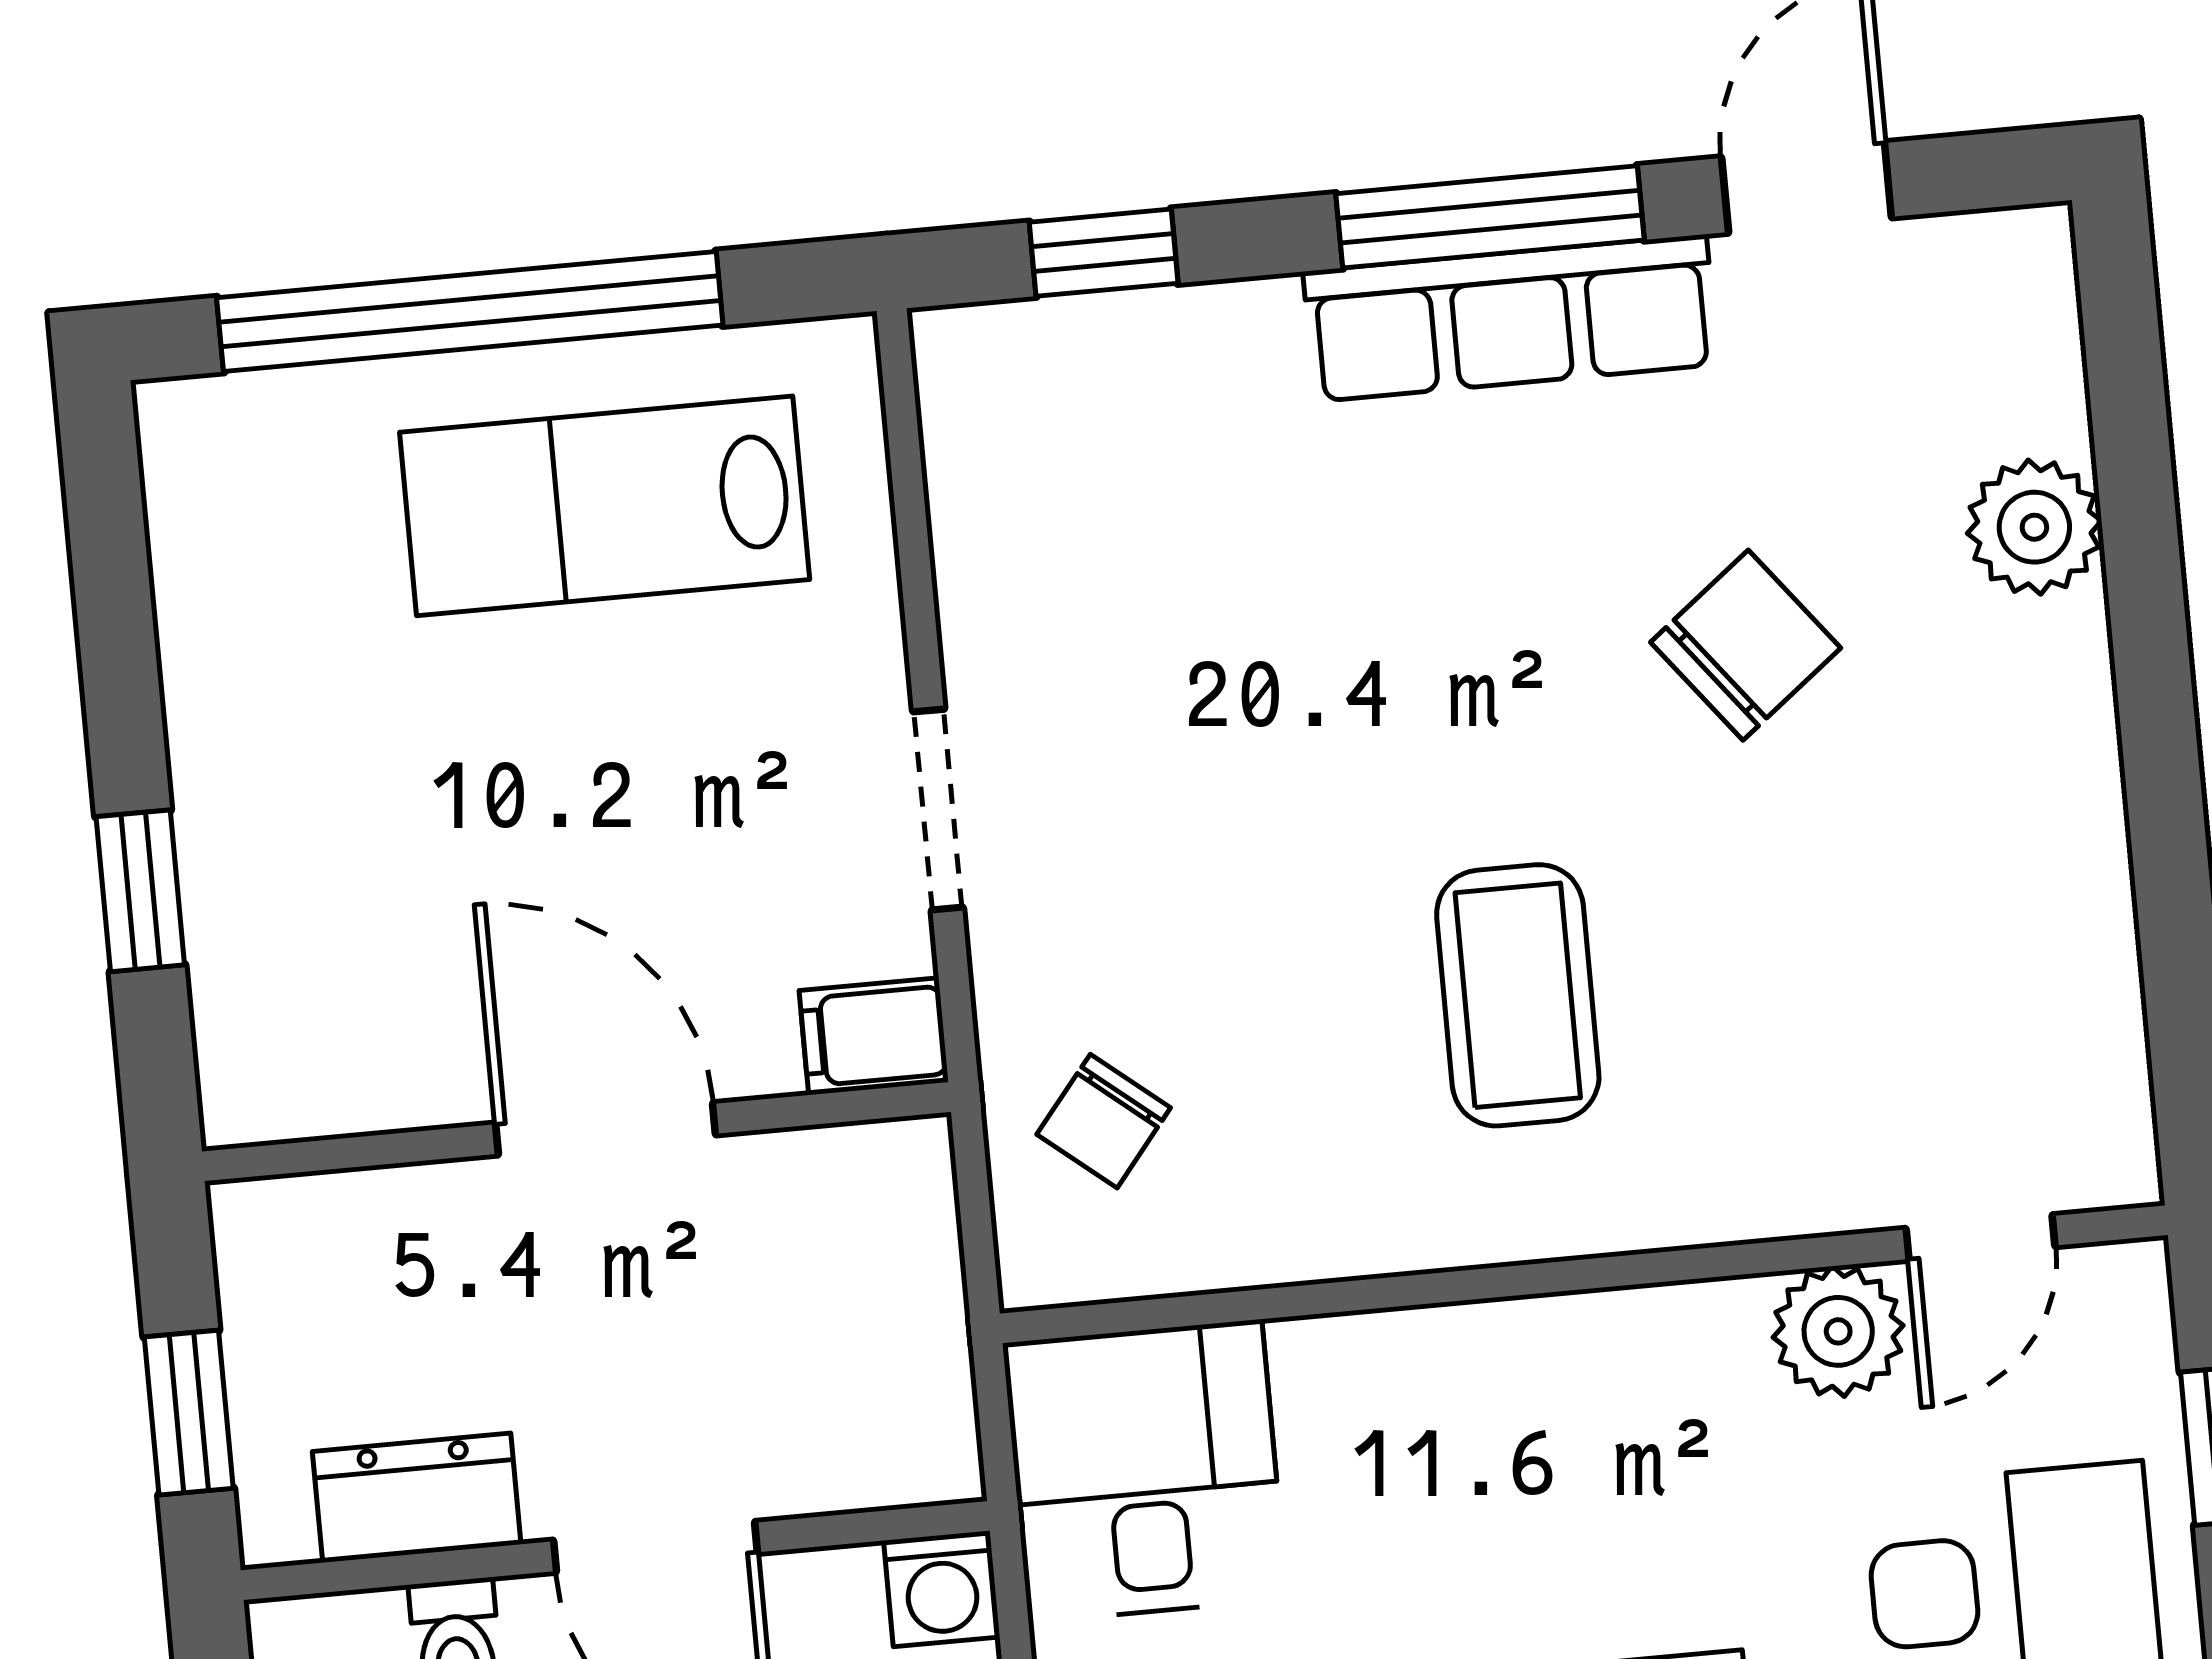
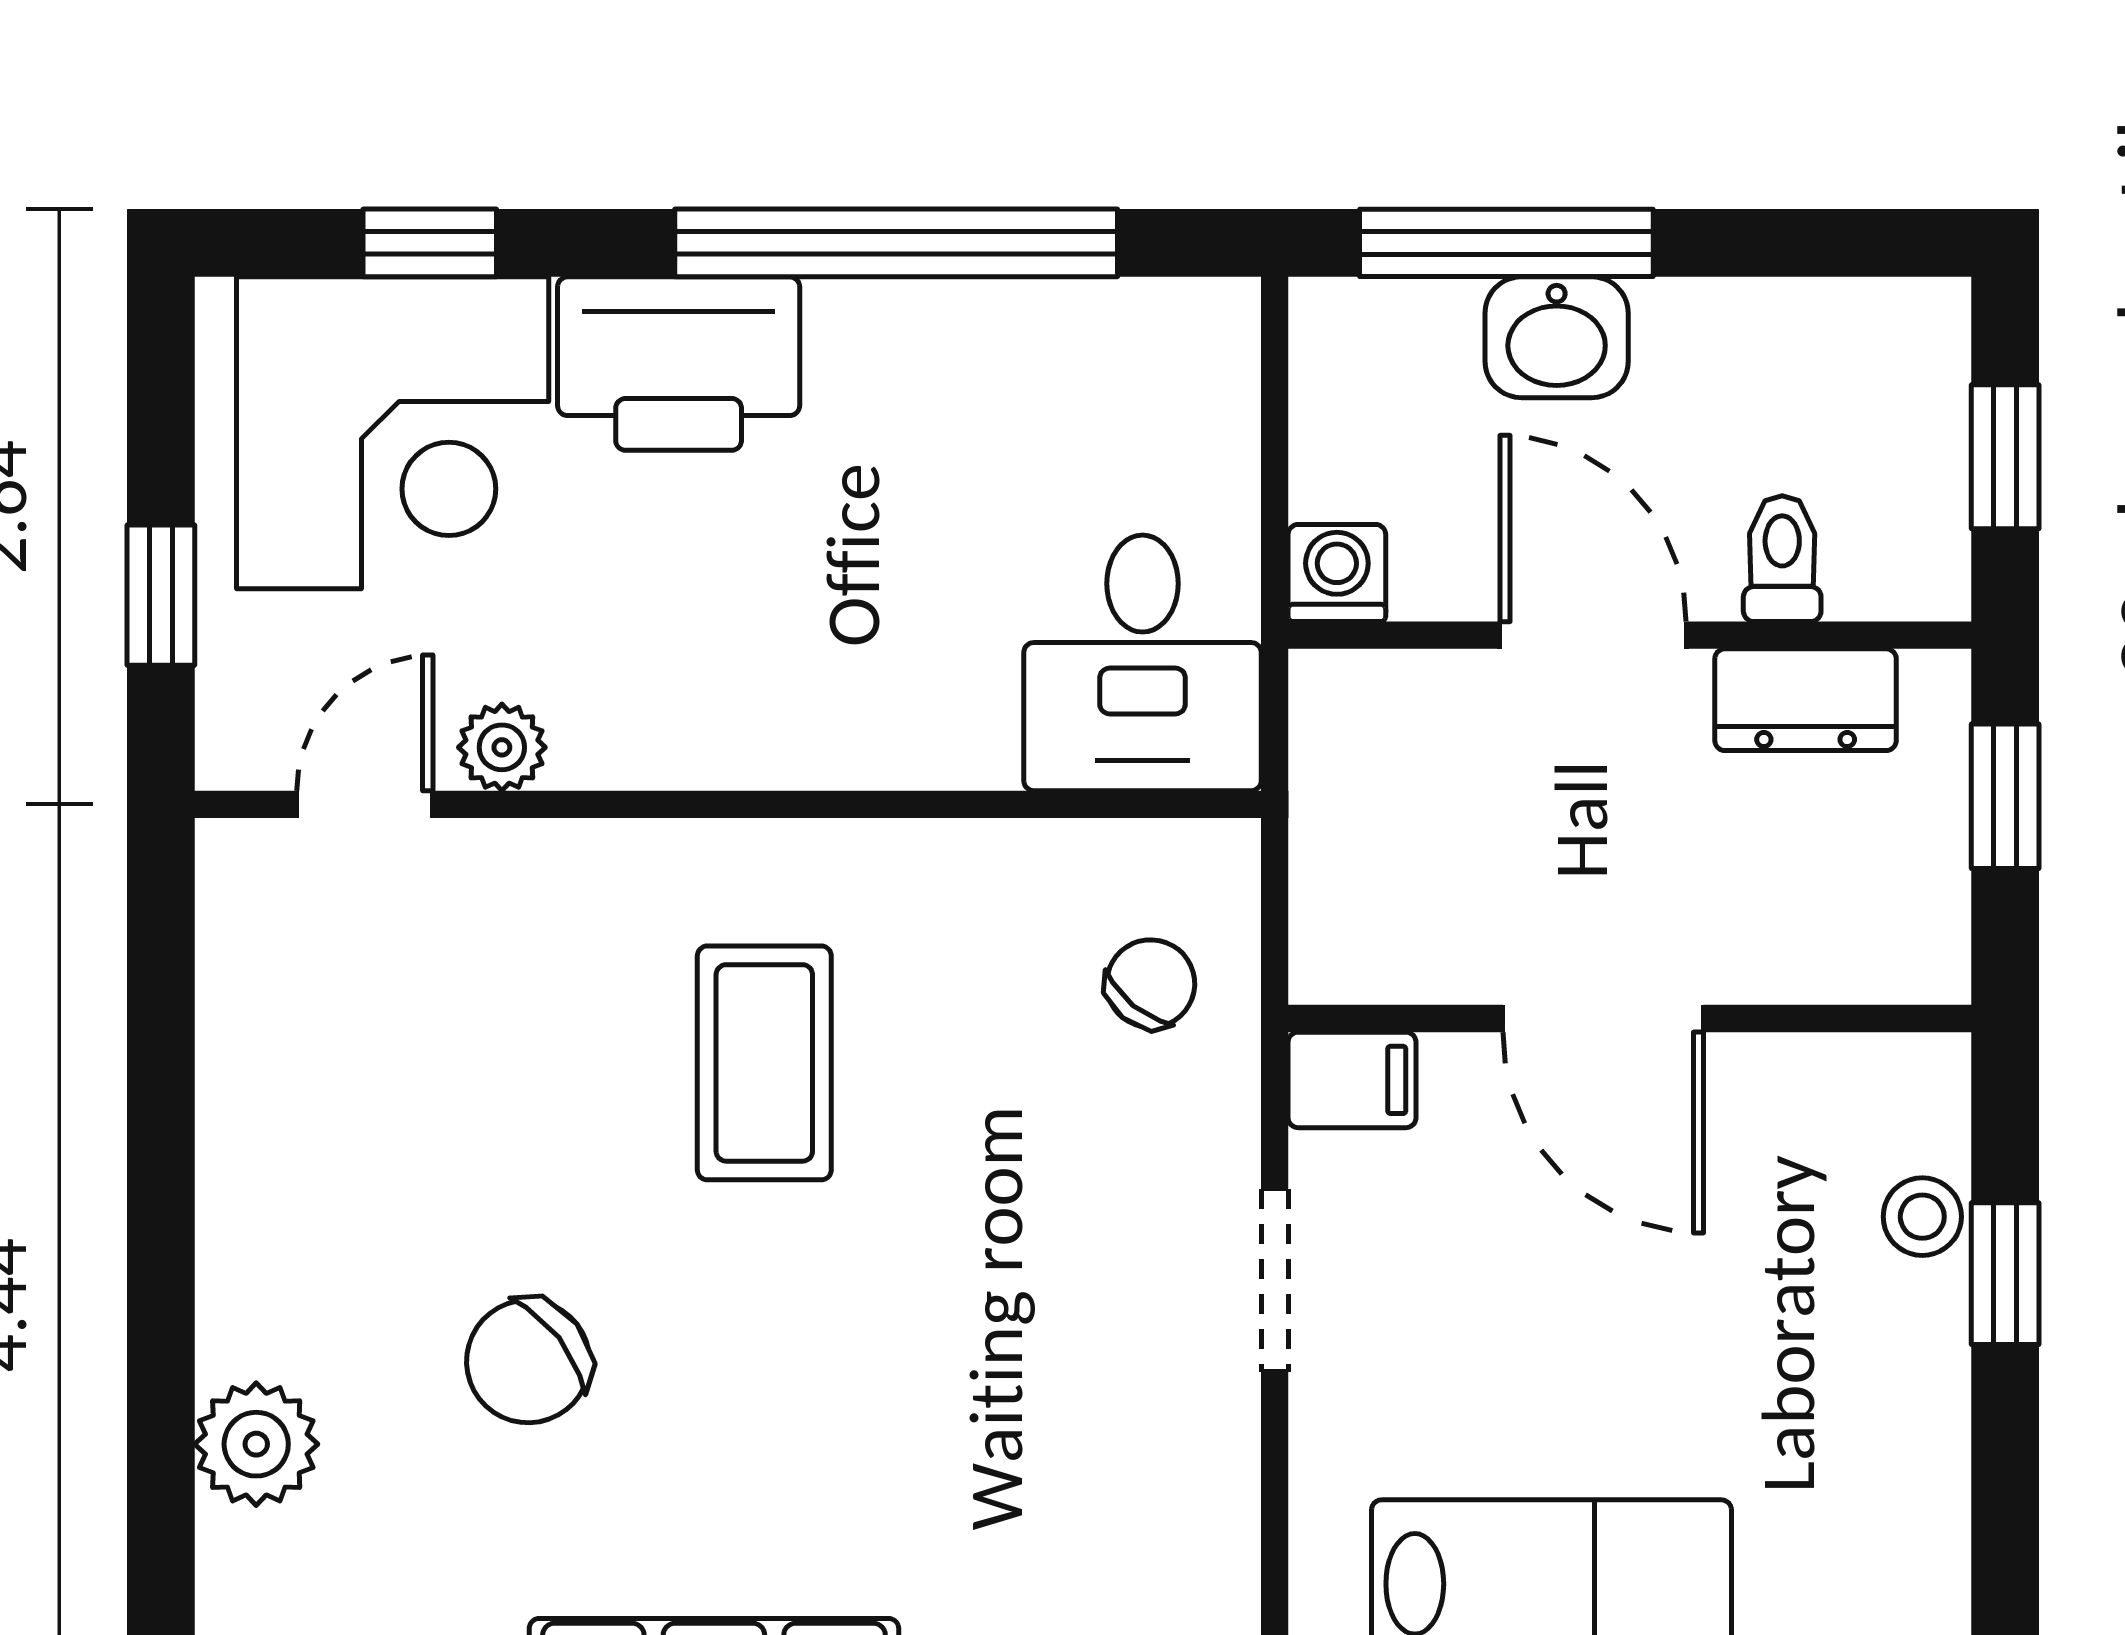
stool: (237, 945) -> (1922, 1217), added
plant: (1838, 1331) -> (502, 747), width x0.73, depth x0.73

